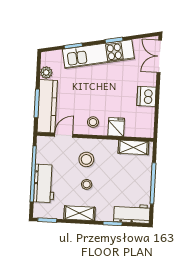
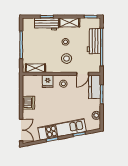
kitchen counter: (47, 106) -> (95, 87), width x0.67
workbench: (132, 213) -> (46, 24), moved

